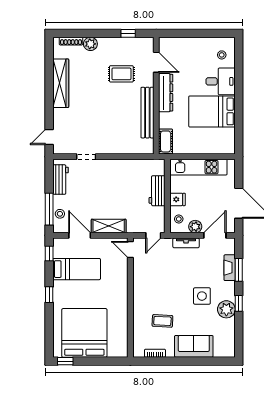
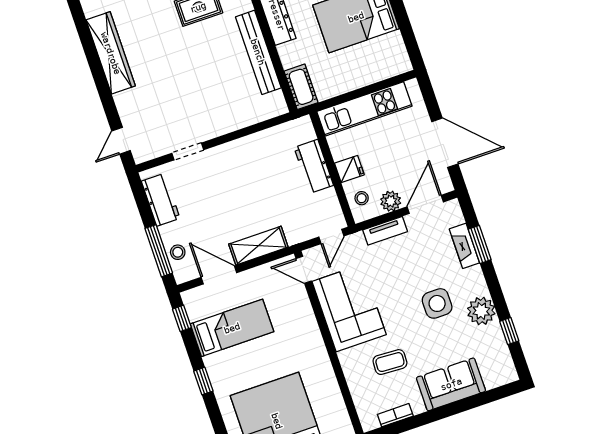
corner sofa: (149, 281) -> (349, 308), added
window: (239, 303) -> (509, 331), moved

